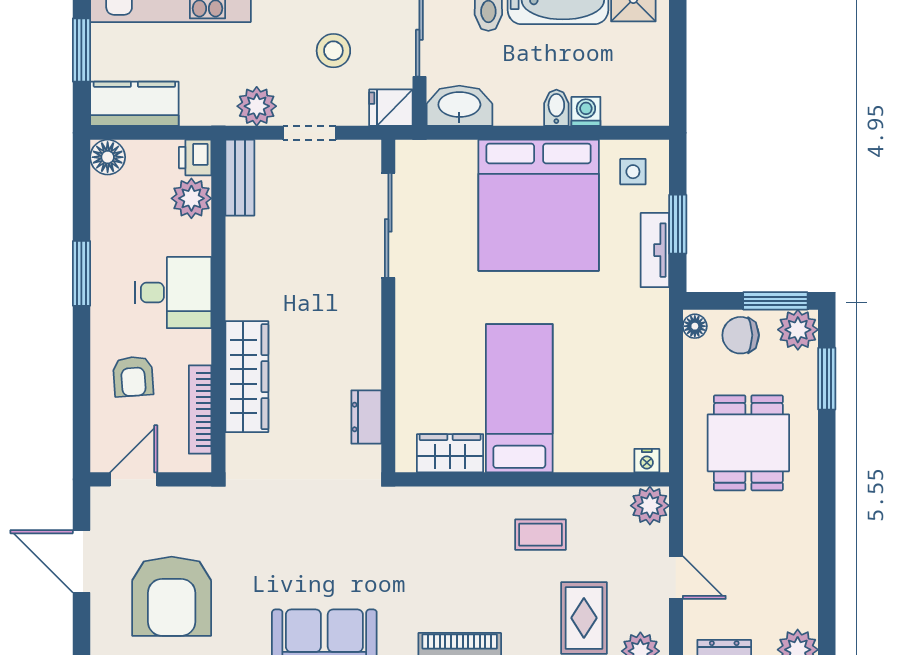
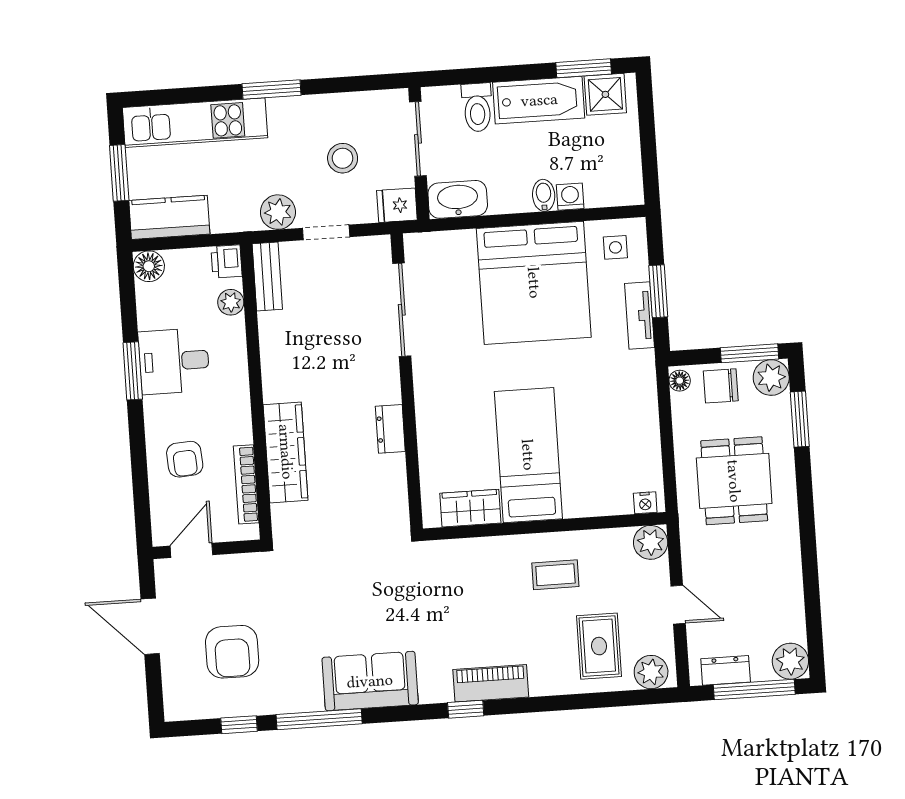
plant: (191, 198) -> (231, 302), width x0.73, depth x0.73
desk: (173, 293) -> (174, 361), moved, turned 180
dresser: (366, 417) -> (390, 429), moved
armchair: (172, 596) -> (232, 652), width x0.73, depth x0.73

